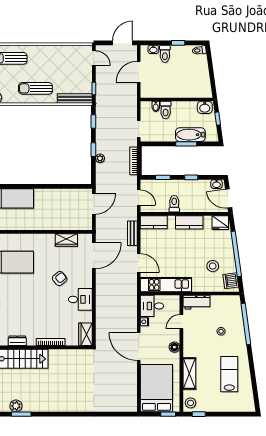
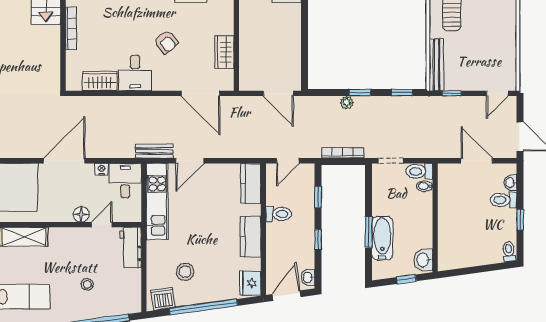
toilet: (166, 110) -> (419, 171), moved
bench: (132, 233) -> (154, 151), moved
door: (181, 322) -> (102, 225), hinge flipped
wardrobe: (86, 334) -> (100, 81), moved
floor lamp: (174, 347) -> (81, 214), moved

